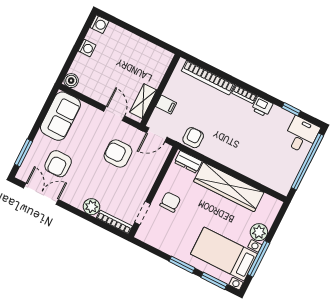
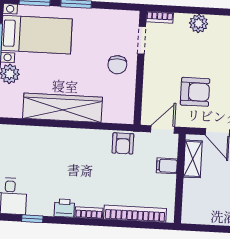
dresser: (188, 162) -> (117, 115), removed
bookcase: (114, 222) -> (160, 17), width x0.64

